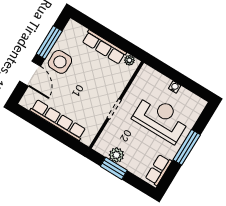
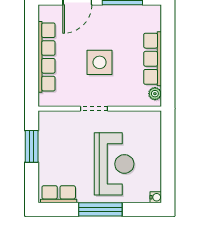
side table: (60, 62) -> (100, 62), moved
water cooler: (175, 87) -> (156, 197), moved
plant: (116, 155) -> (47, 141), removed

